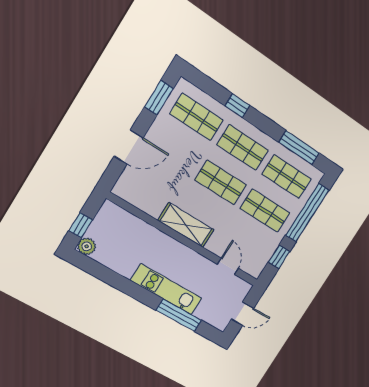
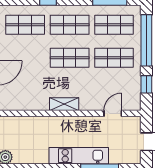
shelving: (186, 225) -> (64, 104), width x0.67, depth x0.75
door: (228, 266) -> (113, 113), hinge flipped

